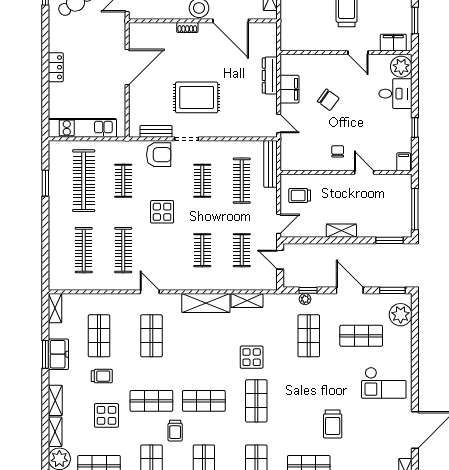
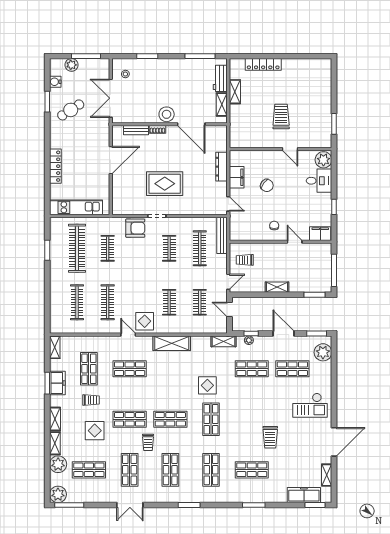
filing cabinet: (393, 43) -> (317, 141), removed
locker: (56, 67) -> (55, 166), width x1.53
bench: (156, 131) -> (136, 130), moved
filing cabinet: (404, 162) -> (320, 234), width x2.00
display table: (162, 212) -> (145, 321), moved
shelving: (247, 301) -> (223, 341), moved
shop shelf: (151, 336) -> (130, 369), turned 90
shop shelf: (309, 336) -> (252, 369), turned 90

